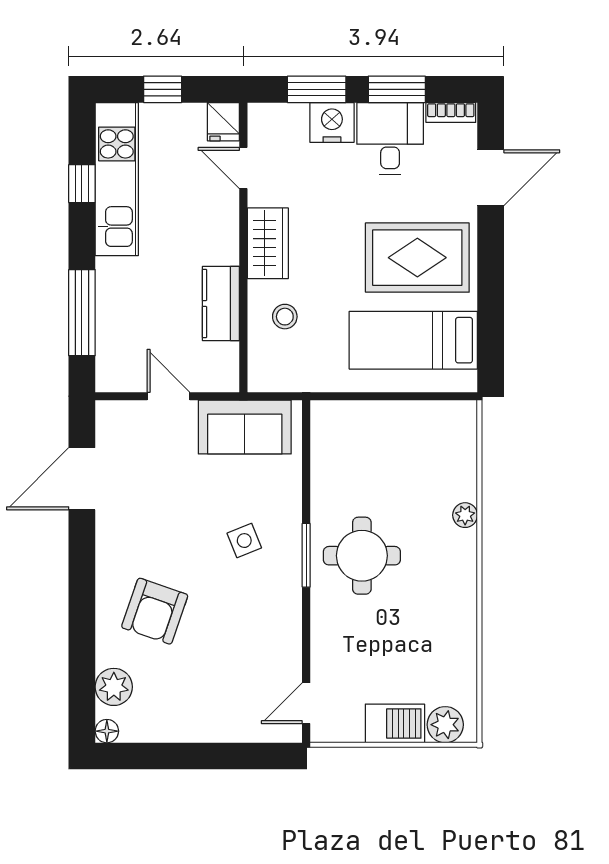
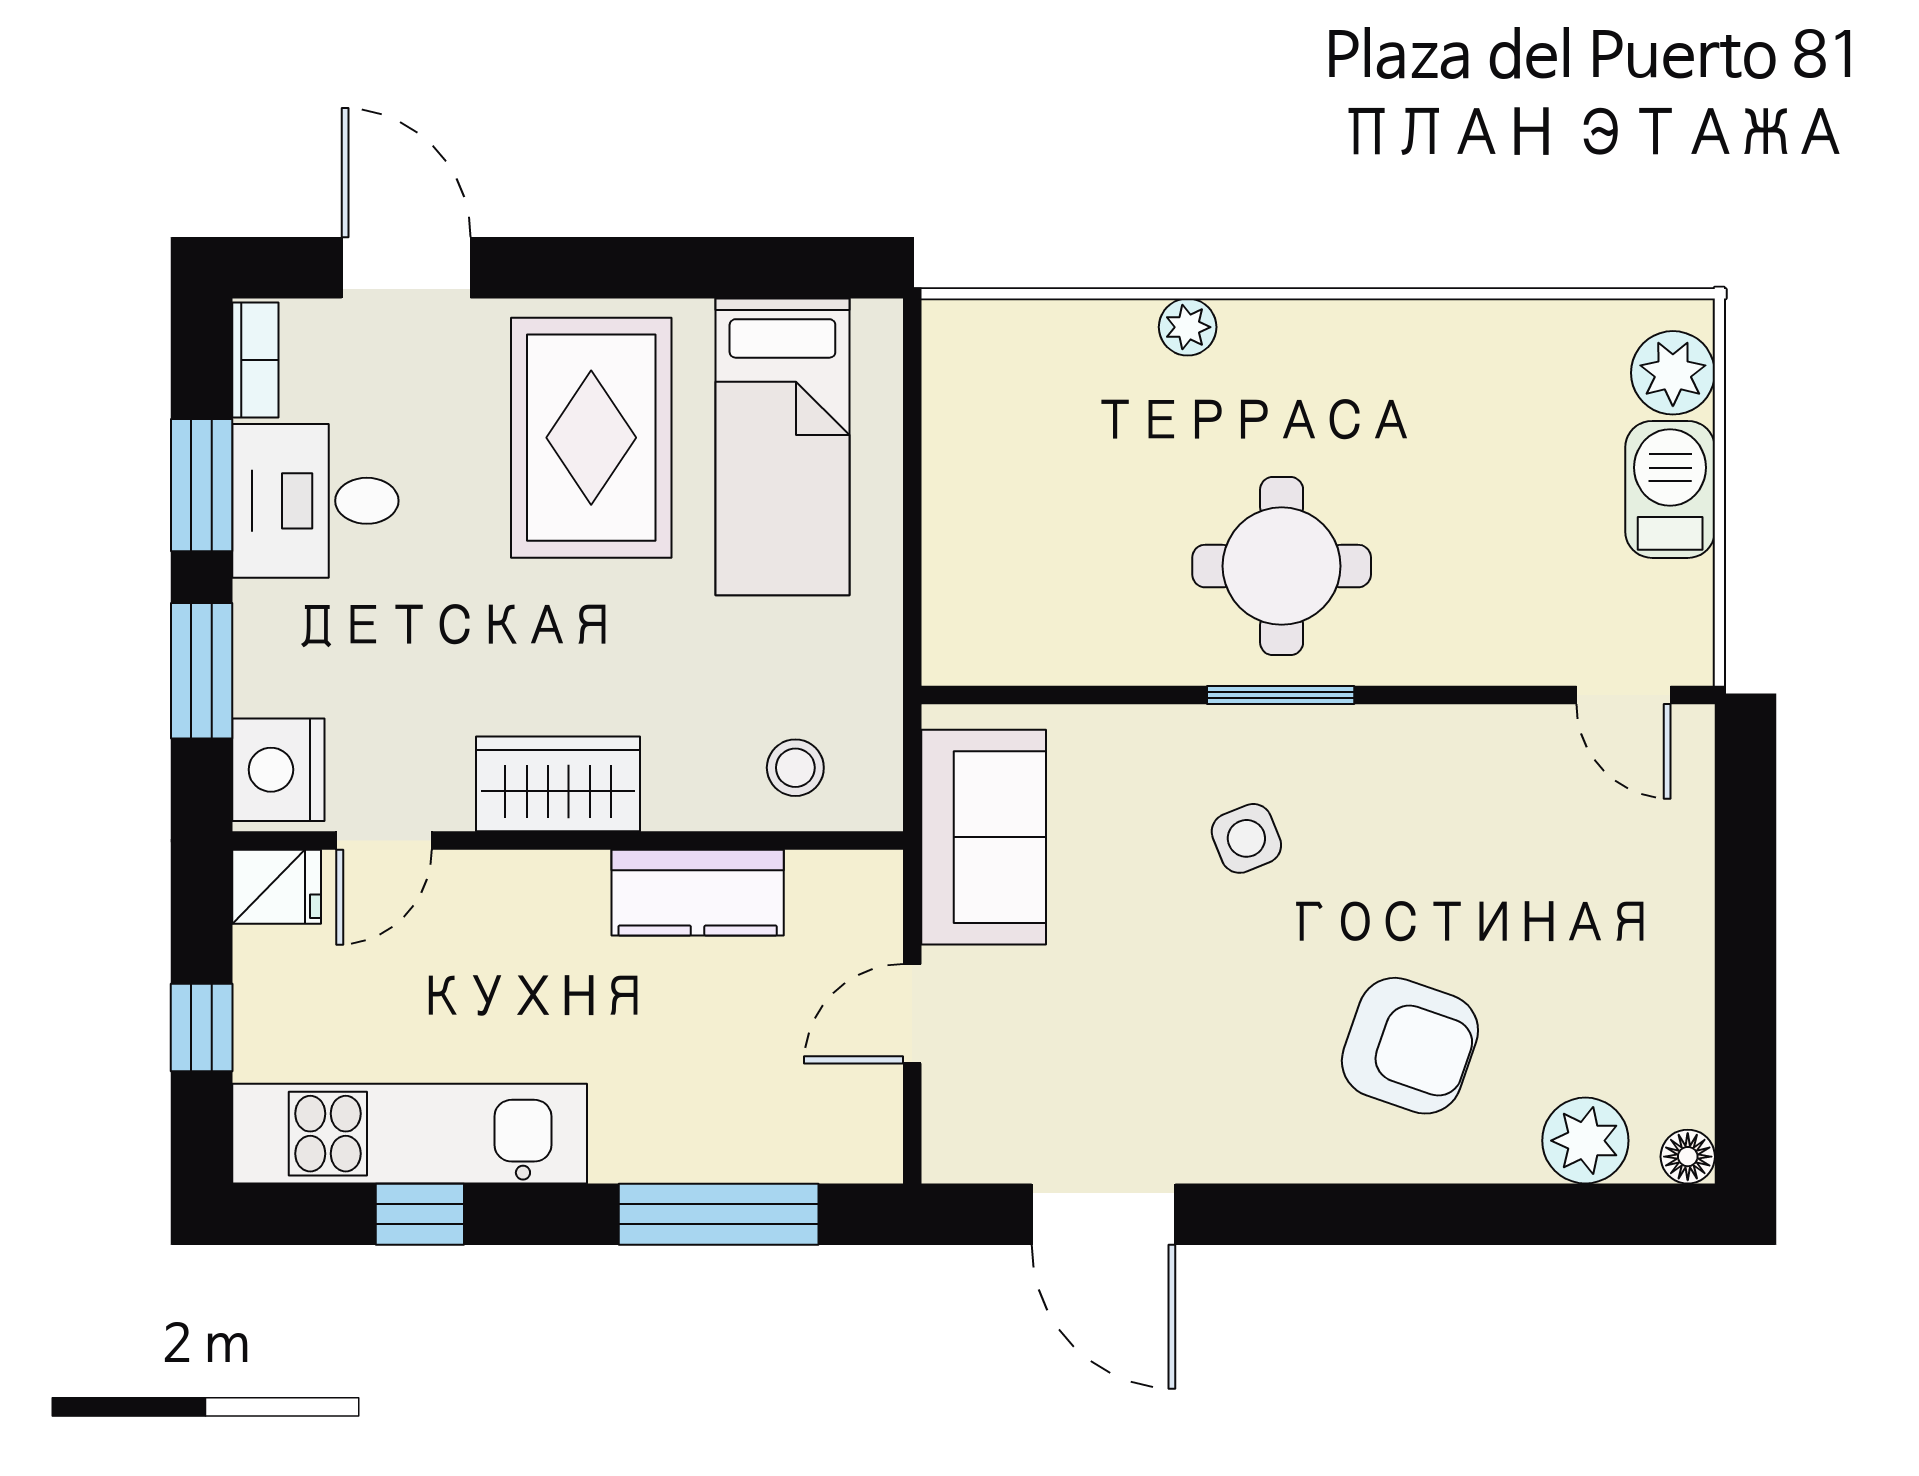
nightstand: (332, 122) -> (278, 770), moved
stool: (285, 317) -> (795, 768), moved

